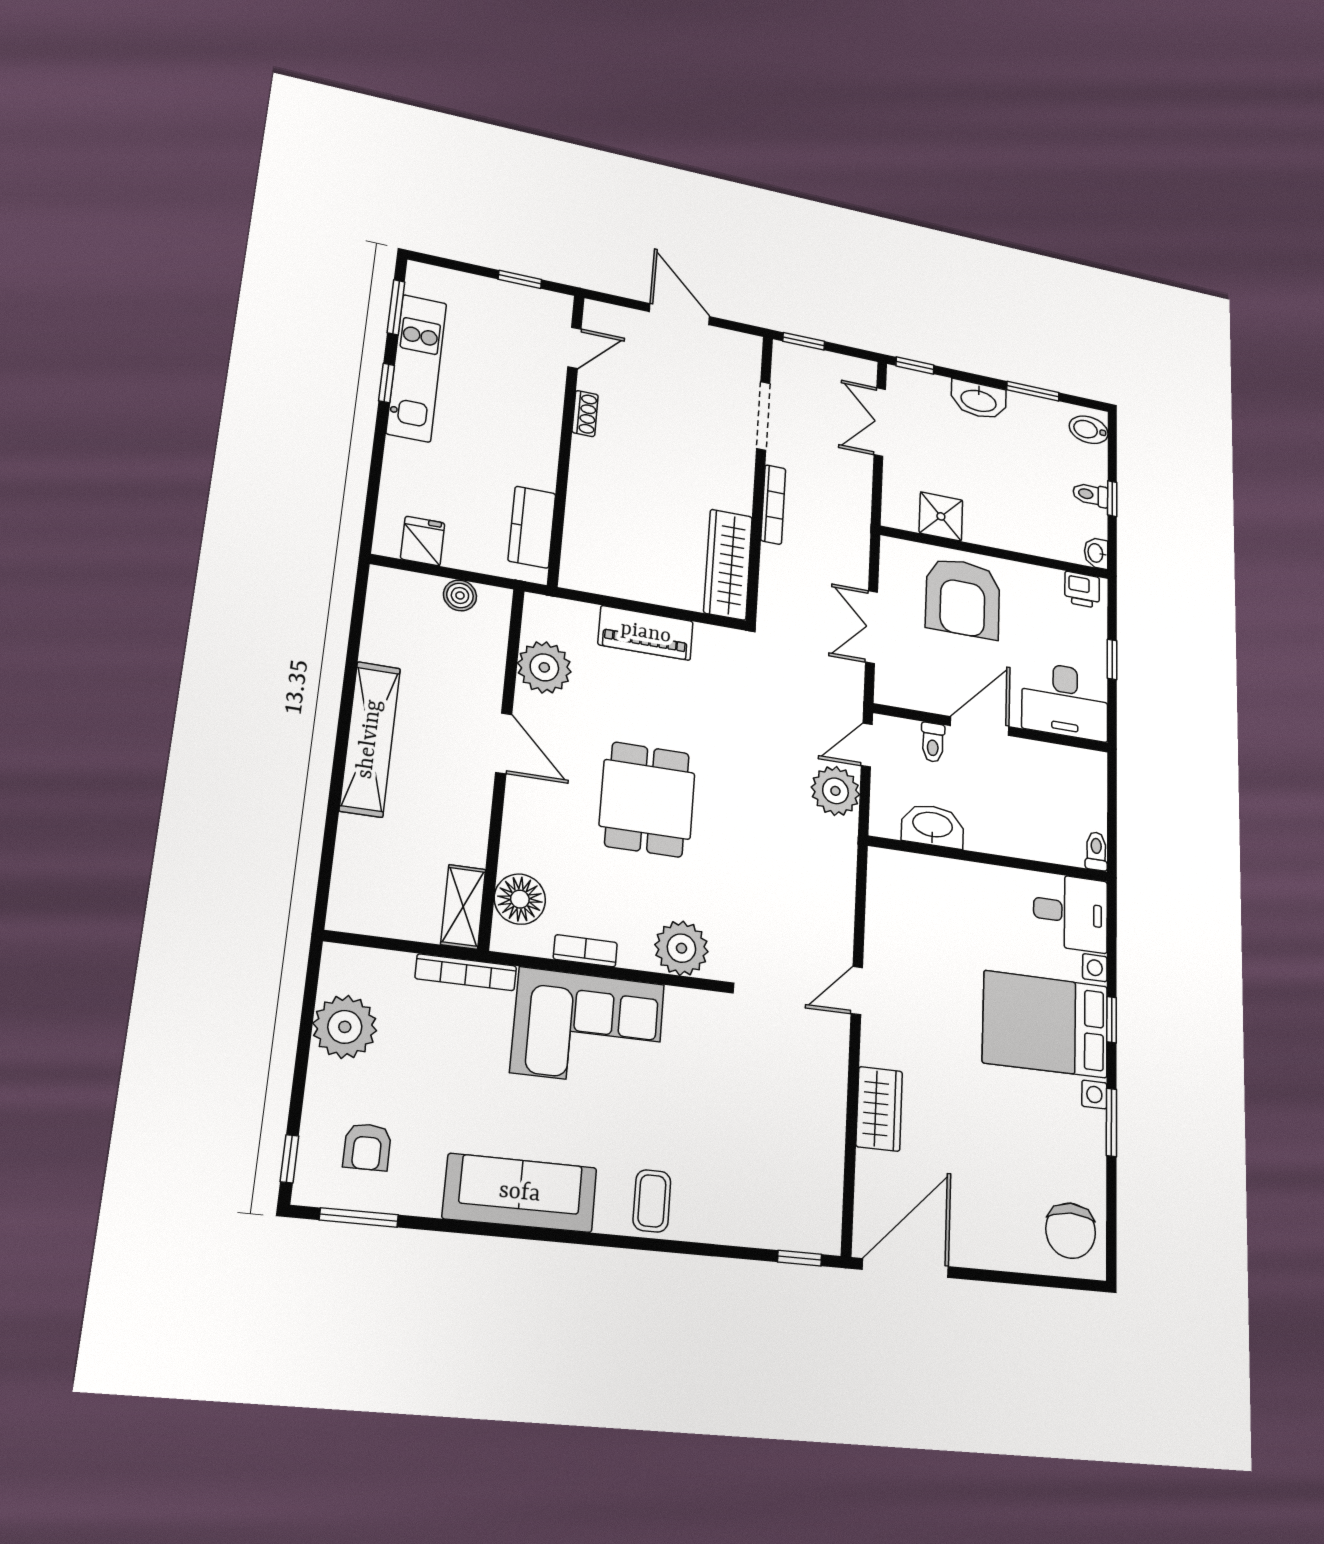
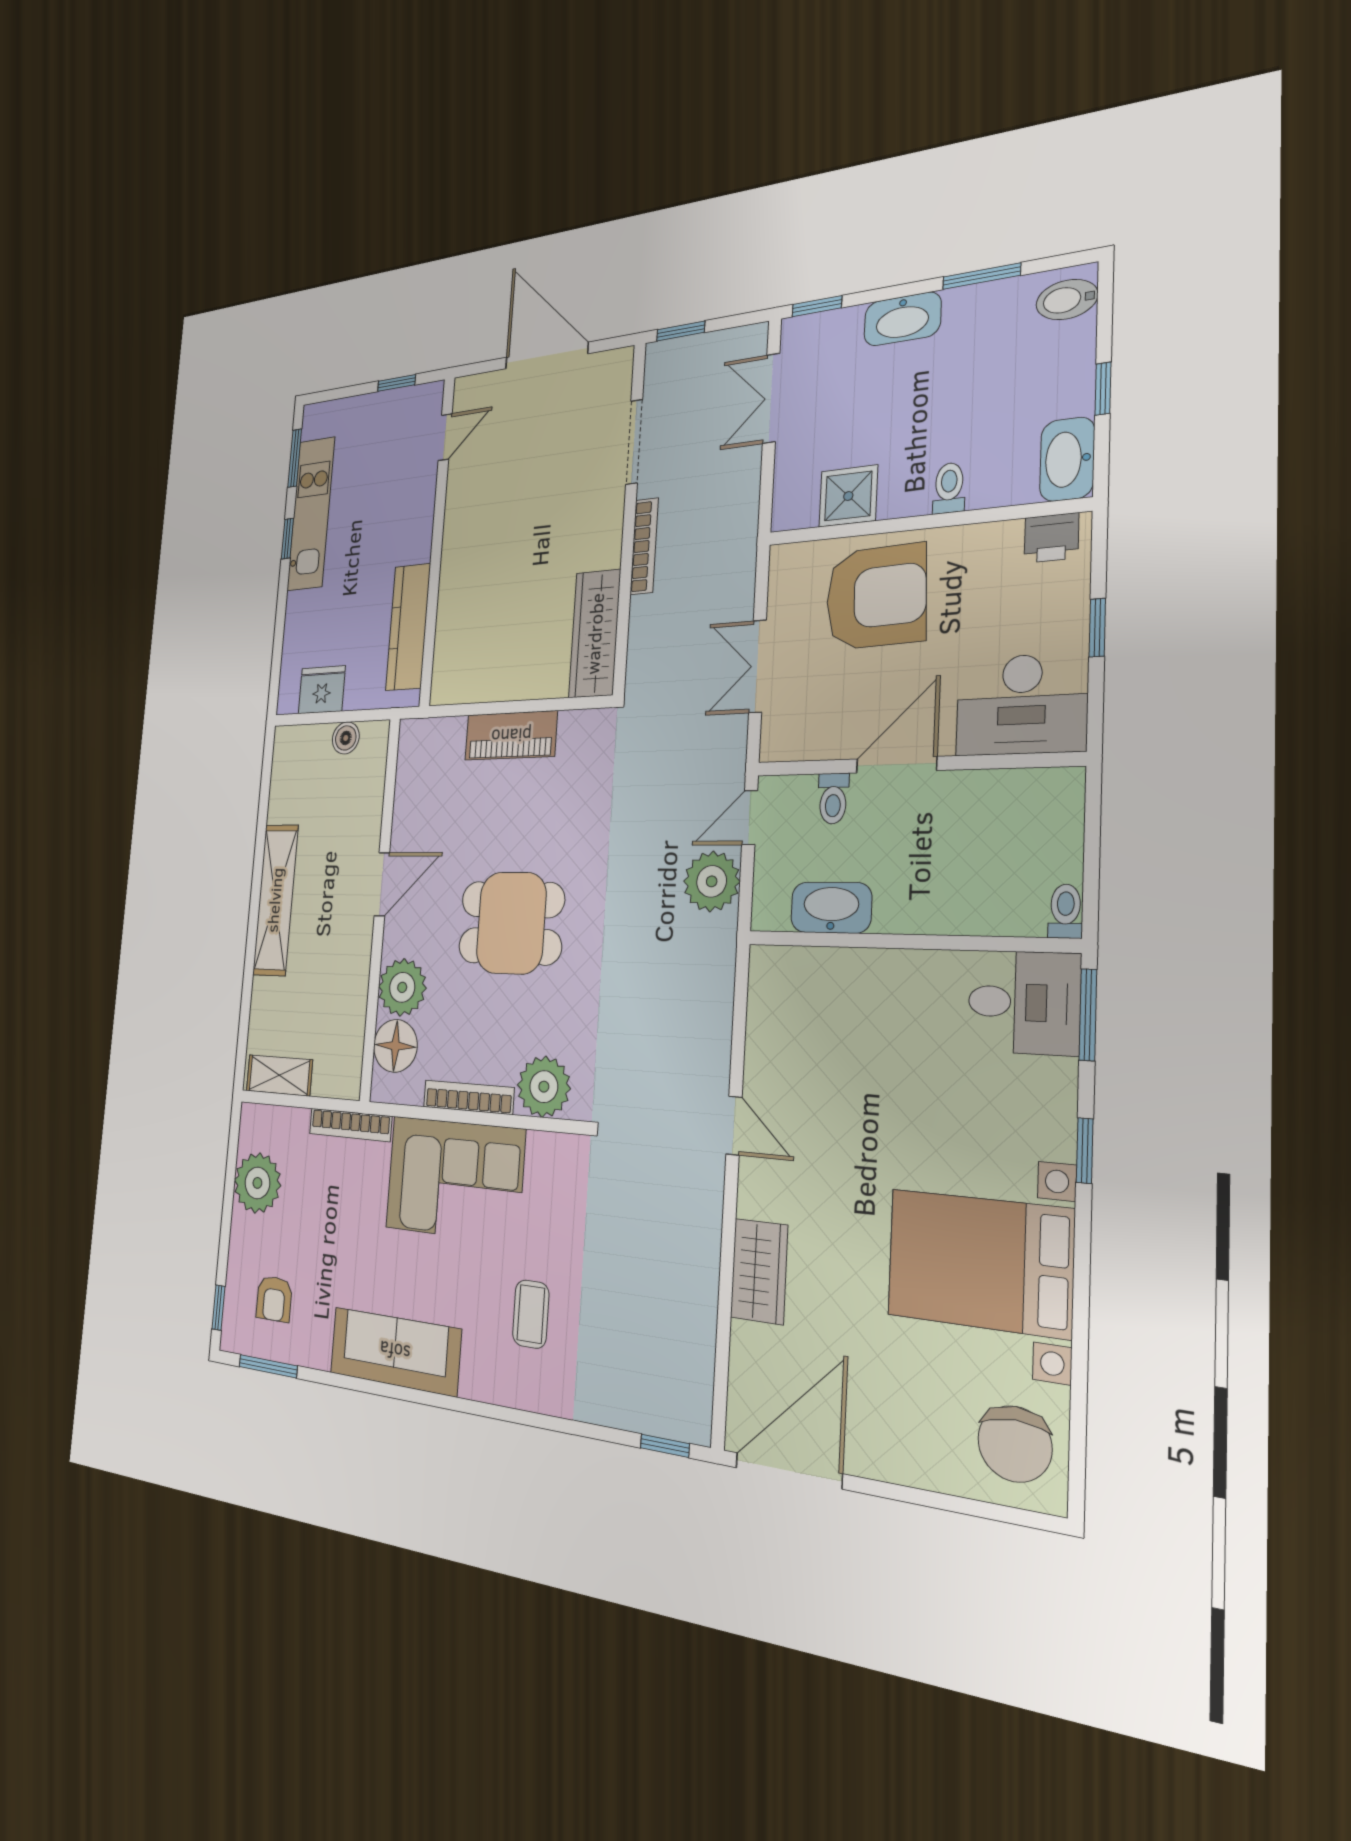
door: (680, 314) -> (547, 356), width x1.36
shoe rack: (585, 414) -> (455, 507), removed
toilet: (1091, 495) -> (949, 488), moved, turned 90
kitchen counter: (532, 527) -> (408, 627), width x1.50
fridge: (423, 541) -> (322, 690), width x1.38
washbasin: (1096, 553) -> (1067, 459), width x1.91, depth x1.45
armchair: (963, 598) -> (876, 597), turned -92
plant: (544, 667) -> (402, 987), moved
door: (504, 743) -> (382, 884), hinge flipped
dining table: (647, 799) -> (511, 923), turned 90
shelving: (463, 907) -> (279, 1075), moved, turned 90
bookcase: (585, 951) -> (469, 1097), width x1.56
door: (857, 991) -> (734, 1126), swing flipped
bed with nightstands: (1045, 1024) -> (980, 1263), moved
window: (1111, 1122) -> (1088, 1015), moved
coffee table: (652, 1201) -> (531, 1314), moved

